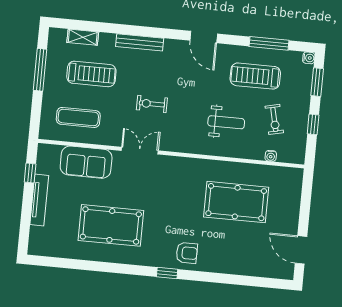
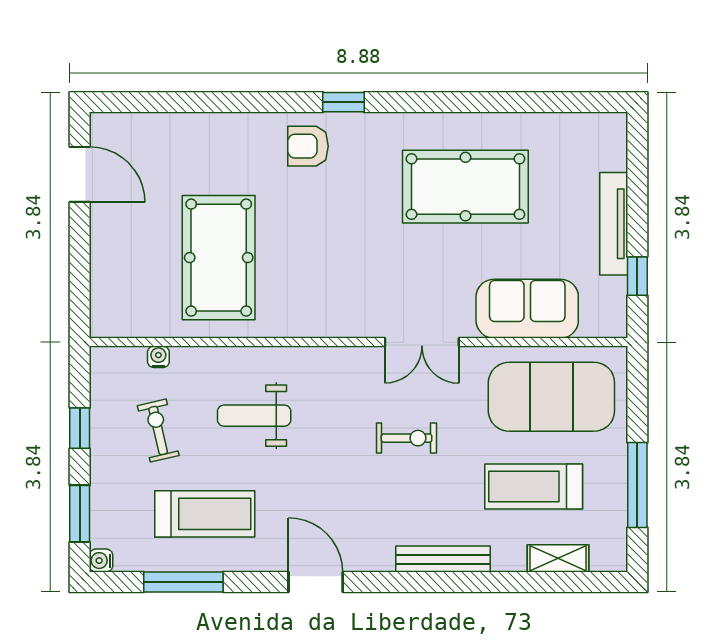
exercise mat: (78, 117) -> (551, 397), width x2.00, depth x1.45
pool table: (236, 202) -> (219, 258), turned 90

